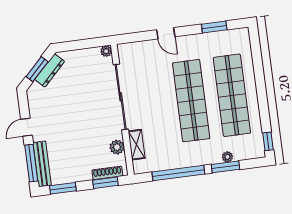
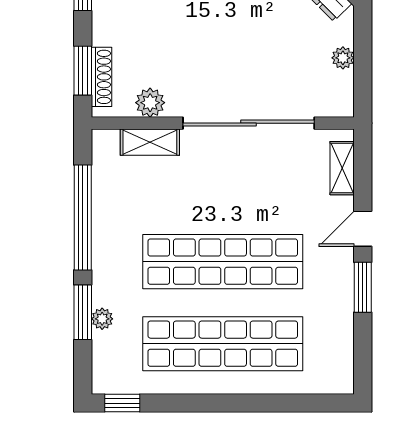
window: (214, 27) -> (363, 287), moved
shelving: (137, 47) -> (342, 168), added
plant: (106, 51) -> (343, 58), moved

